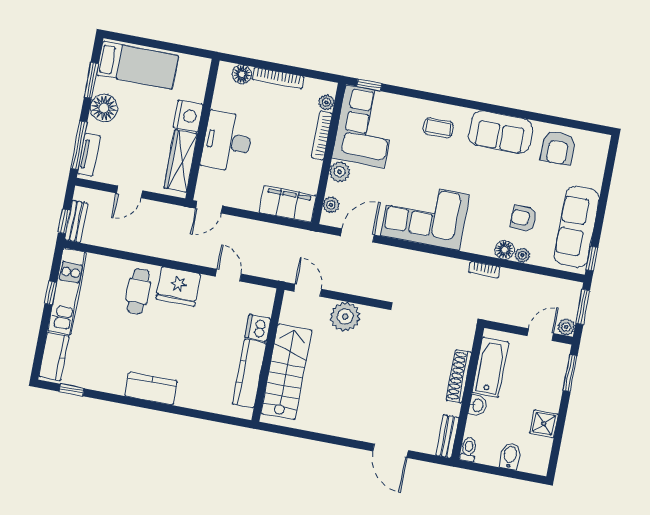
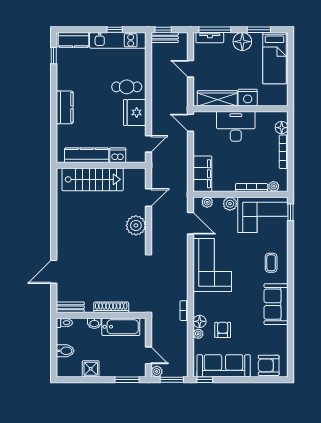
armchair: (558, 148) -> (269, 365), moved
dishwasher: (258, 328) -> (118, 155), moved
wall: (268, 355) -> (101, 165), moved
stairs: (286, 372) -> (93, 179), moved
kitchen counter: (249, 374) -> (87, 155), moved

